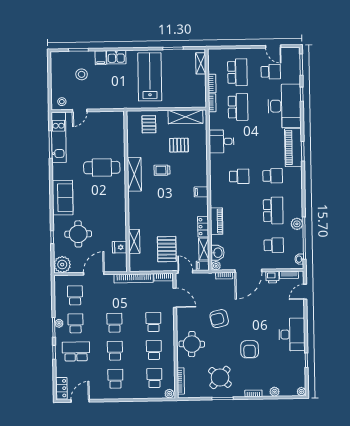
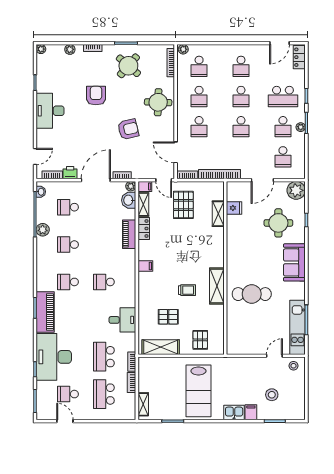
school desk: (273, 211) -> (68, 245), width x0.54

